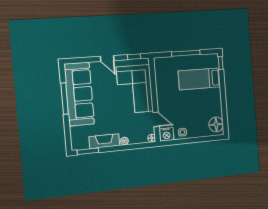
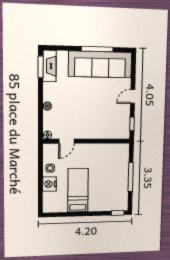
bed: (199, 79) -> (78, 190), moved
corner sofa: (135, 89) -> (100, 122), removed
floor lamp: (216, 124) -> (55, 205), removed
nightstand: (166, 134) -> (49, 184), moved
fireplace: (104, 141) -> (49, 66), moved

